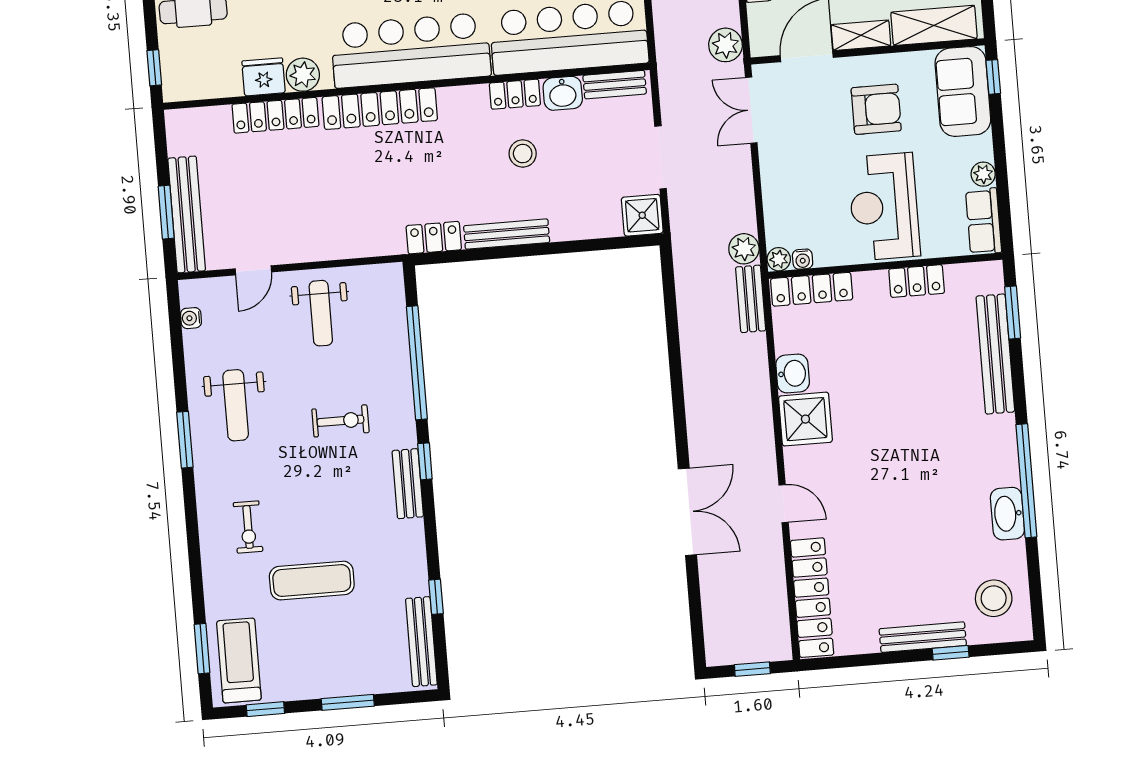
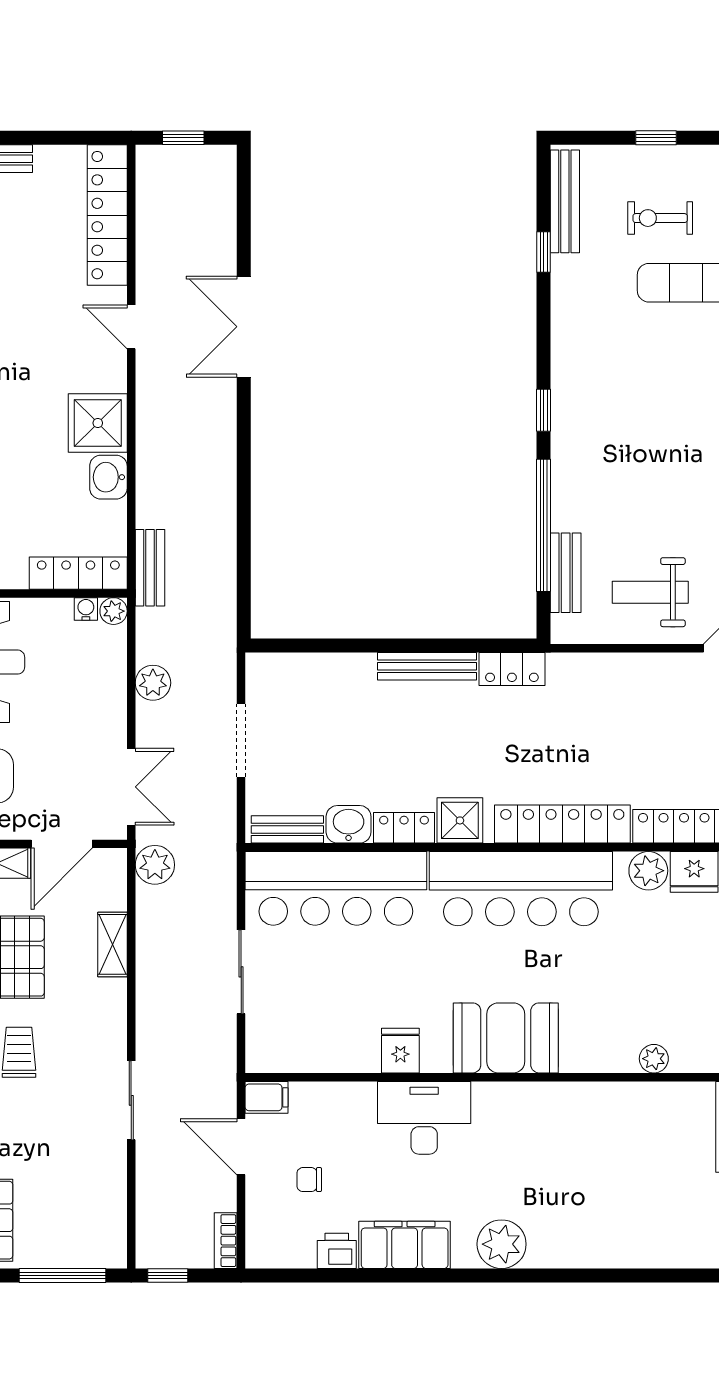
stool: (523, 154) -> (401, 758), removed
shower: (642, 215) -> (460, 820), moved
plant: (744, 249) -> (153, 683), moved
weight bench: (321, 313) -> (650, 592), turned -90
exercise bike: (340, 421) -> (660, 218), moved
bench: (408, 484) -> (566, 573), moved
window: (348, 702) -> (656, 138), width x0.67

